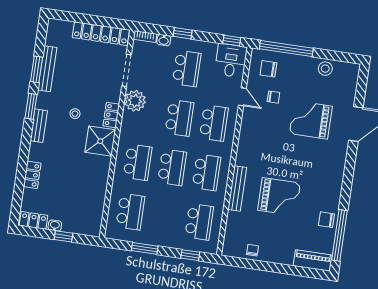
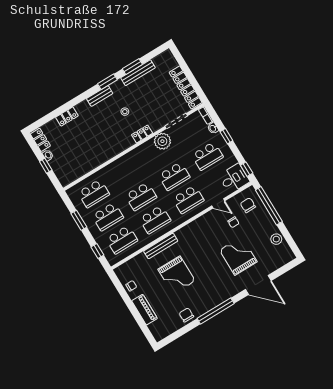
door: (242, 97) -> (218, 203), hinge flipped
shower: (100, 141) -> (121, 140), removed
school desk: (138, 162) -> (108, 217), moved
window: (339, 235) -> (216, 311), moved
piano: (313, 260) -> (145, 310), moved

